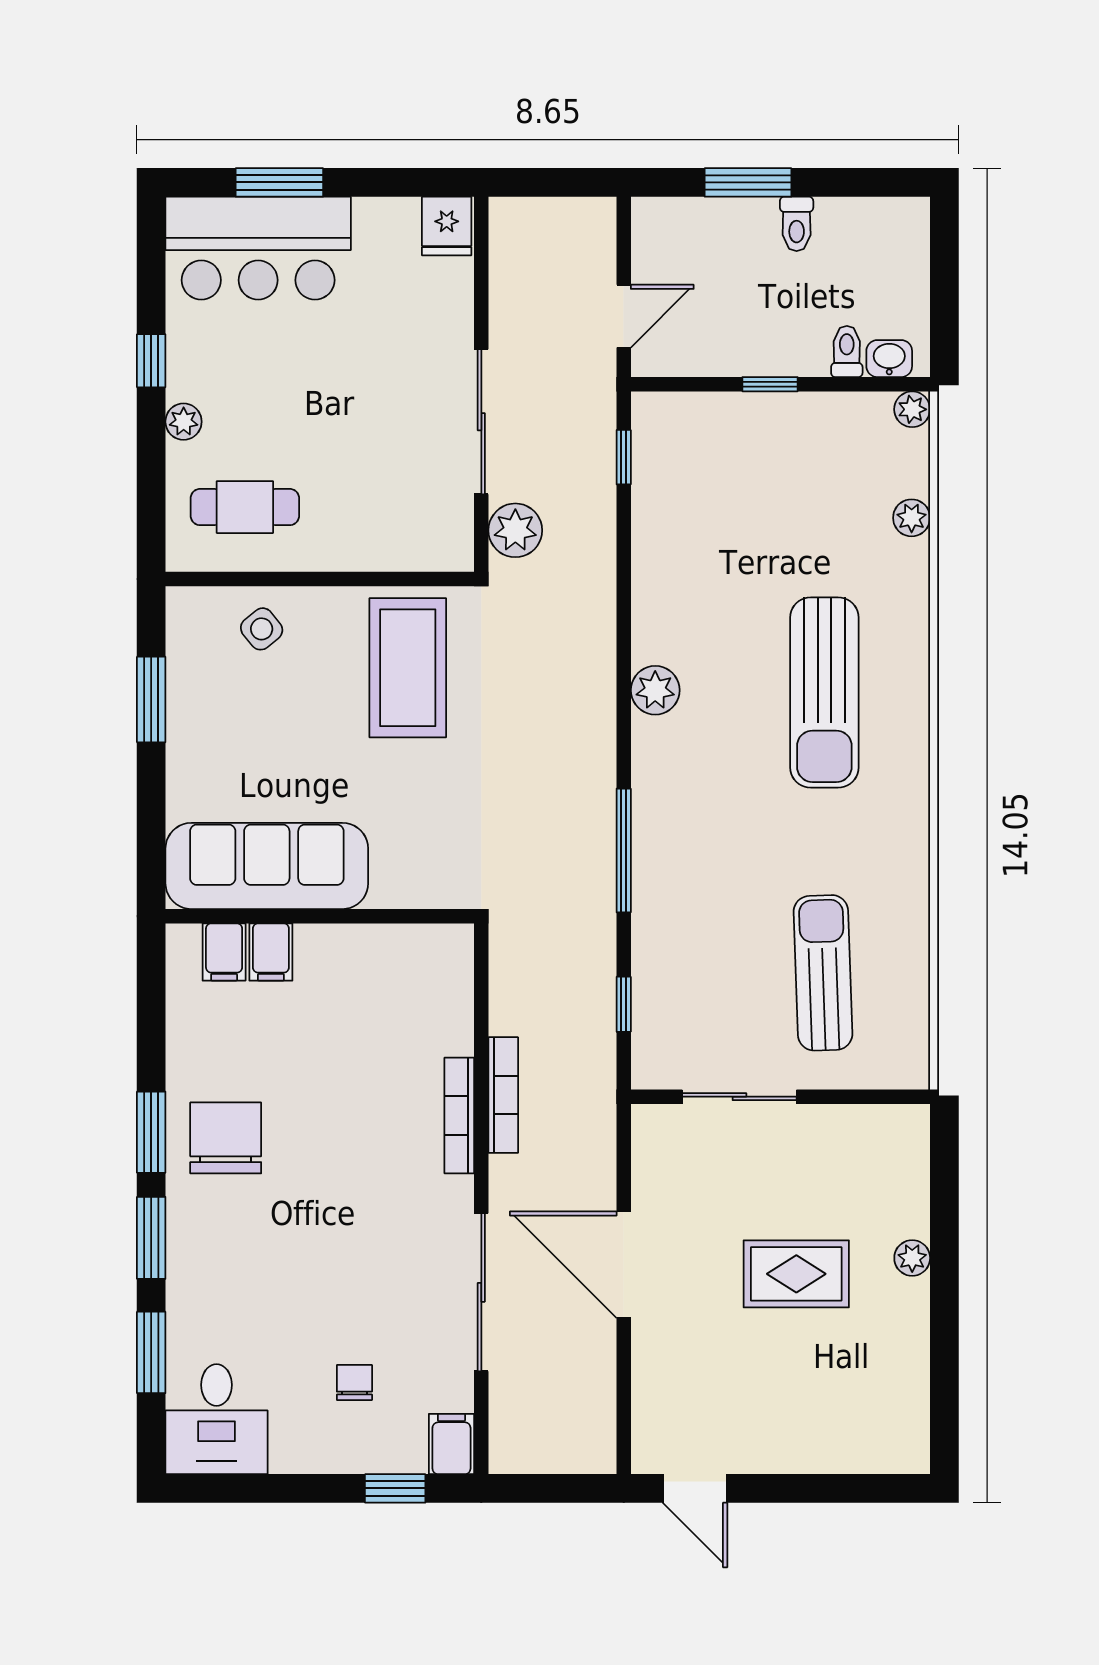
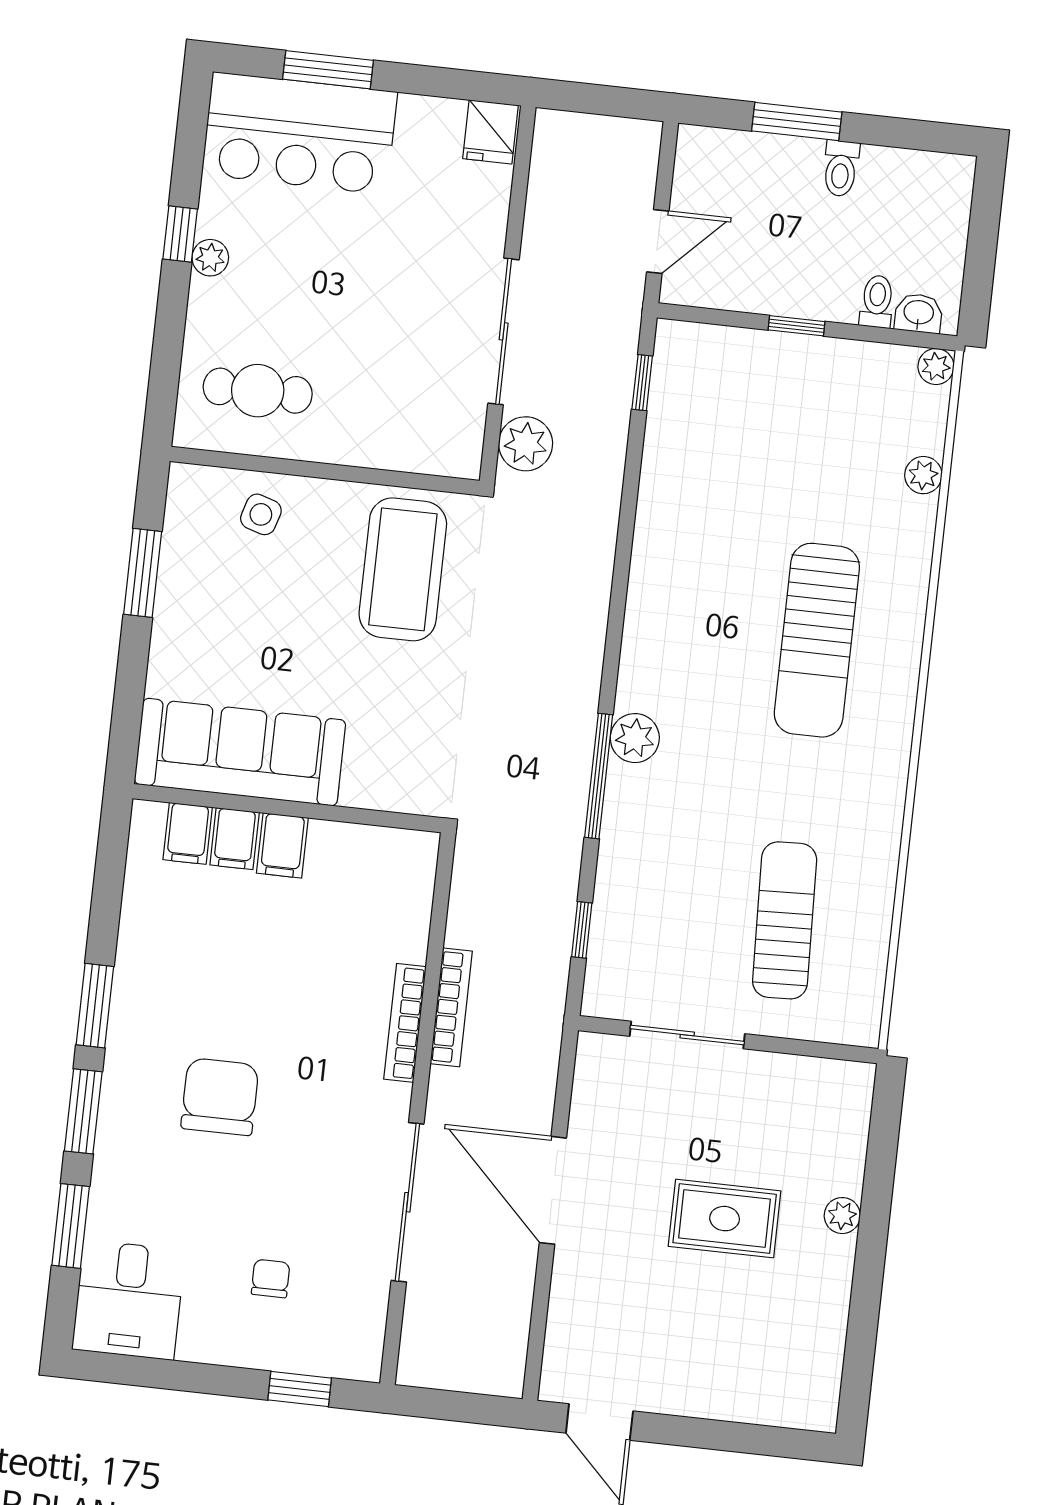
plant: (184, 422) -> (210, 258), moved
side table: (262, 629) -> (261, 514), turned -34
plant: (655, 690) -> (635, 738), moved
chair: (226, 1138) -> (220, 1097), moved
filing cabinet: (451, 1444) -> (282, 845), moved, turned 180

